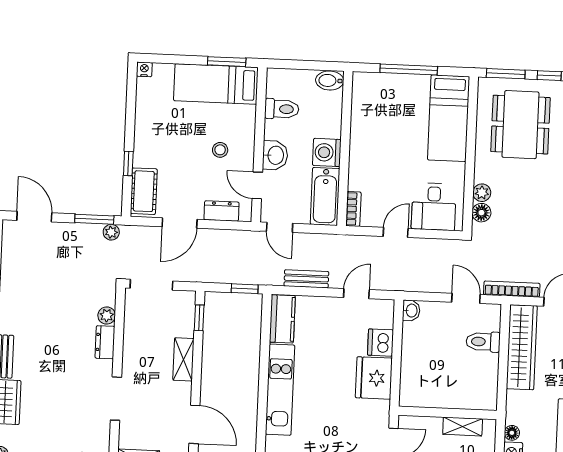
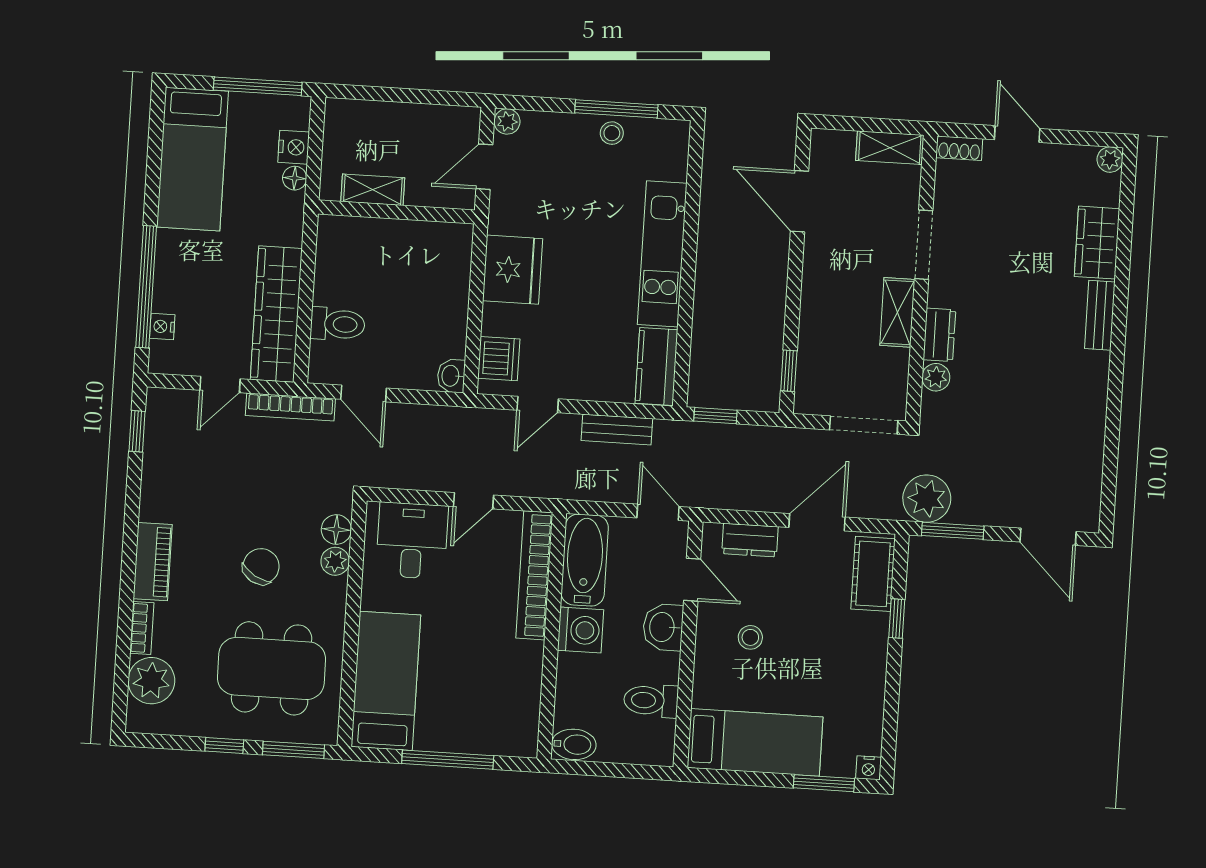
window: (227, 62) -> (824, 783), moved
dining table: (520, 125) -> (272, 668), turned 90
chair: (528, 189) -> (261, 566), added
bookcase: (353, 209) -> (534, 575), width x2.31, depth x1.31
plant: (111, 232) -> (927, 499), width x1.88, depth x1.88
dishwasher: (381, 343) -> (499, 359), moved
shelving: (183, 359) -> (897, 312), moved

